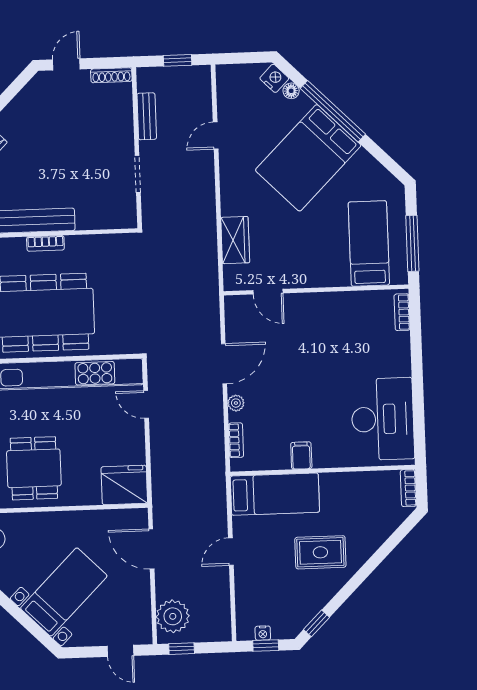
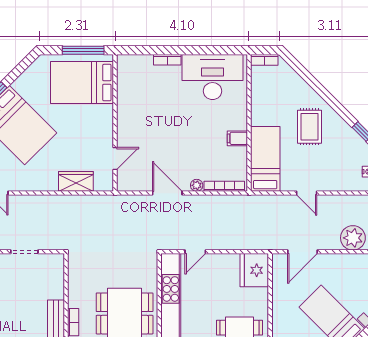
bed: (369, 243) -> (82, 83), width x1.50
bookcase: (402, 312) -> (167, 60), moved
bookcase: (236, 440) -> (224, 186), width x1.56

